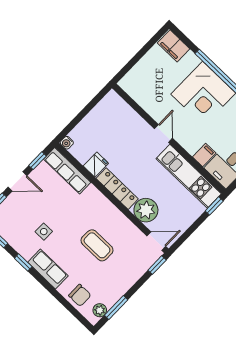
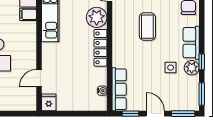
door: (163, 133) -> (39, 78), moved
water cooler: (67, 143) -> (102, 91), moved
fridge: (96, 165) -> (49, 102), moved, turned 90
plant: (26, 249) -> (192, 68), added

